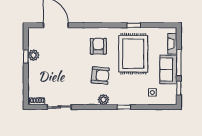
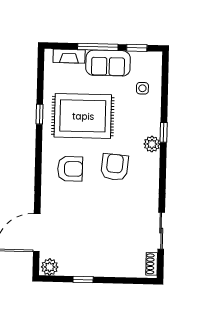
armchair: (98, 46) -> (70, 169), turned 180
plant: (34, 55) -> (50, 267), moved
plant: (103, 100) -> (152, 144), moved

